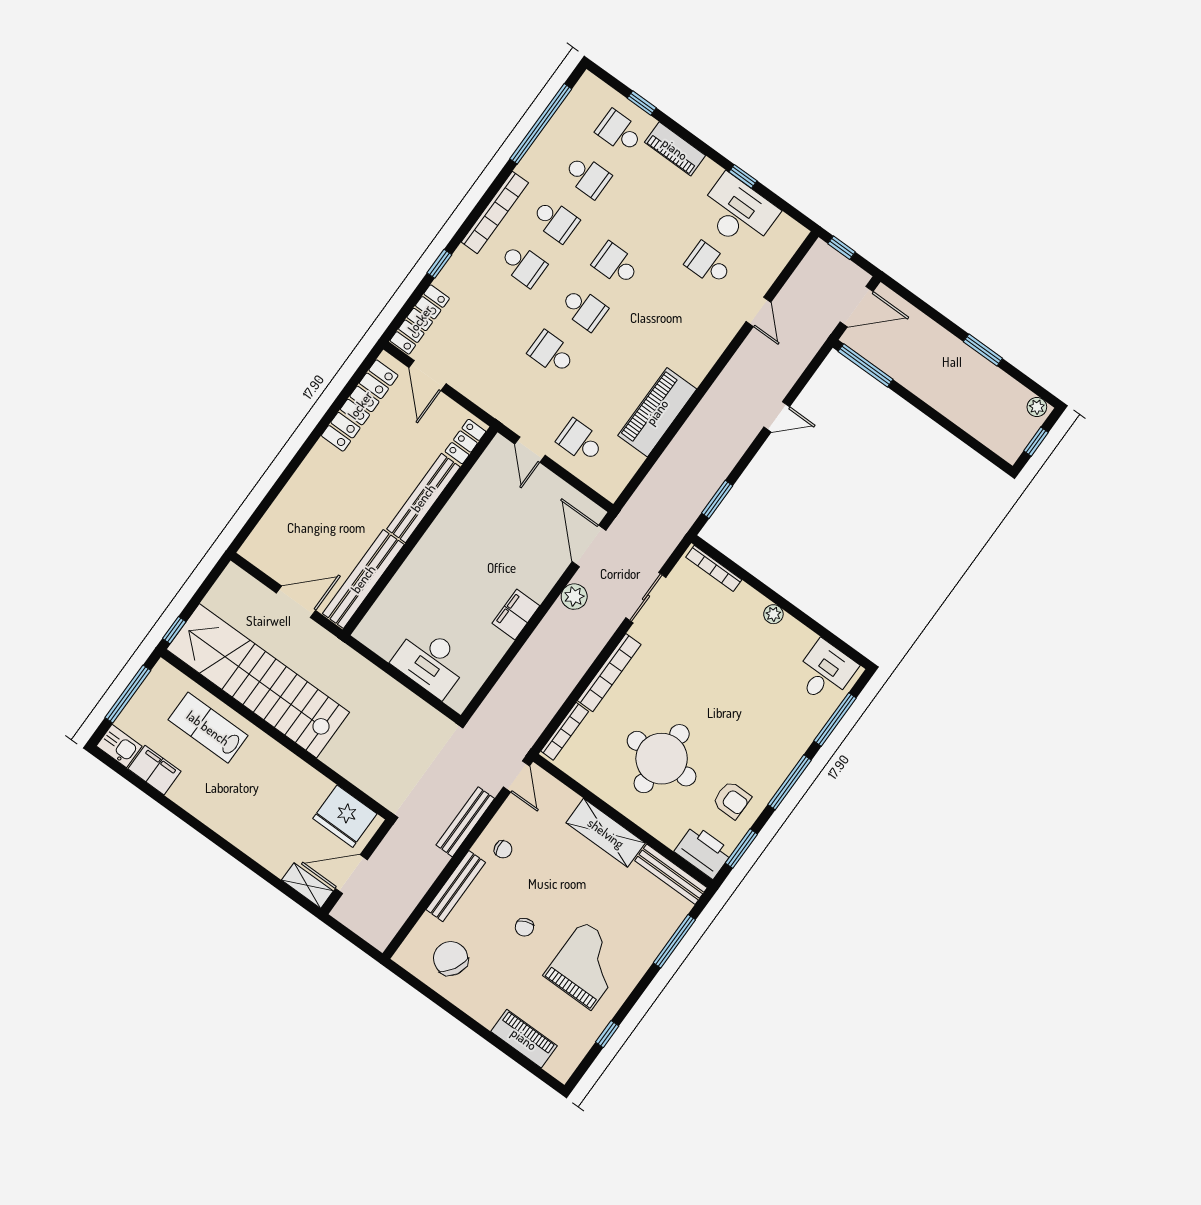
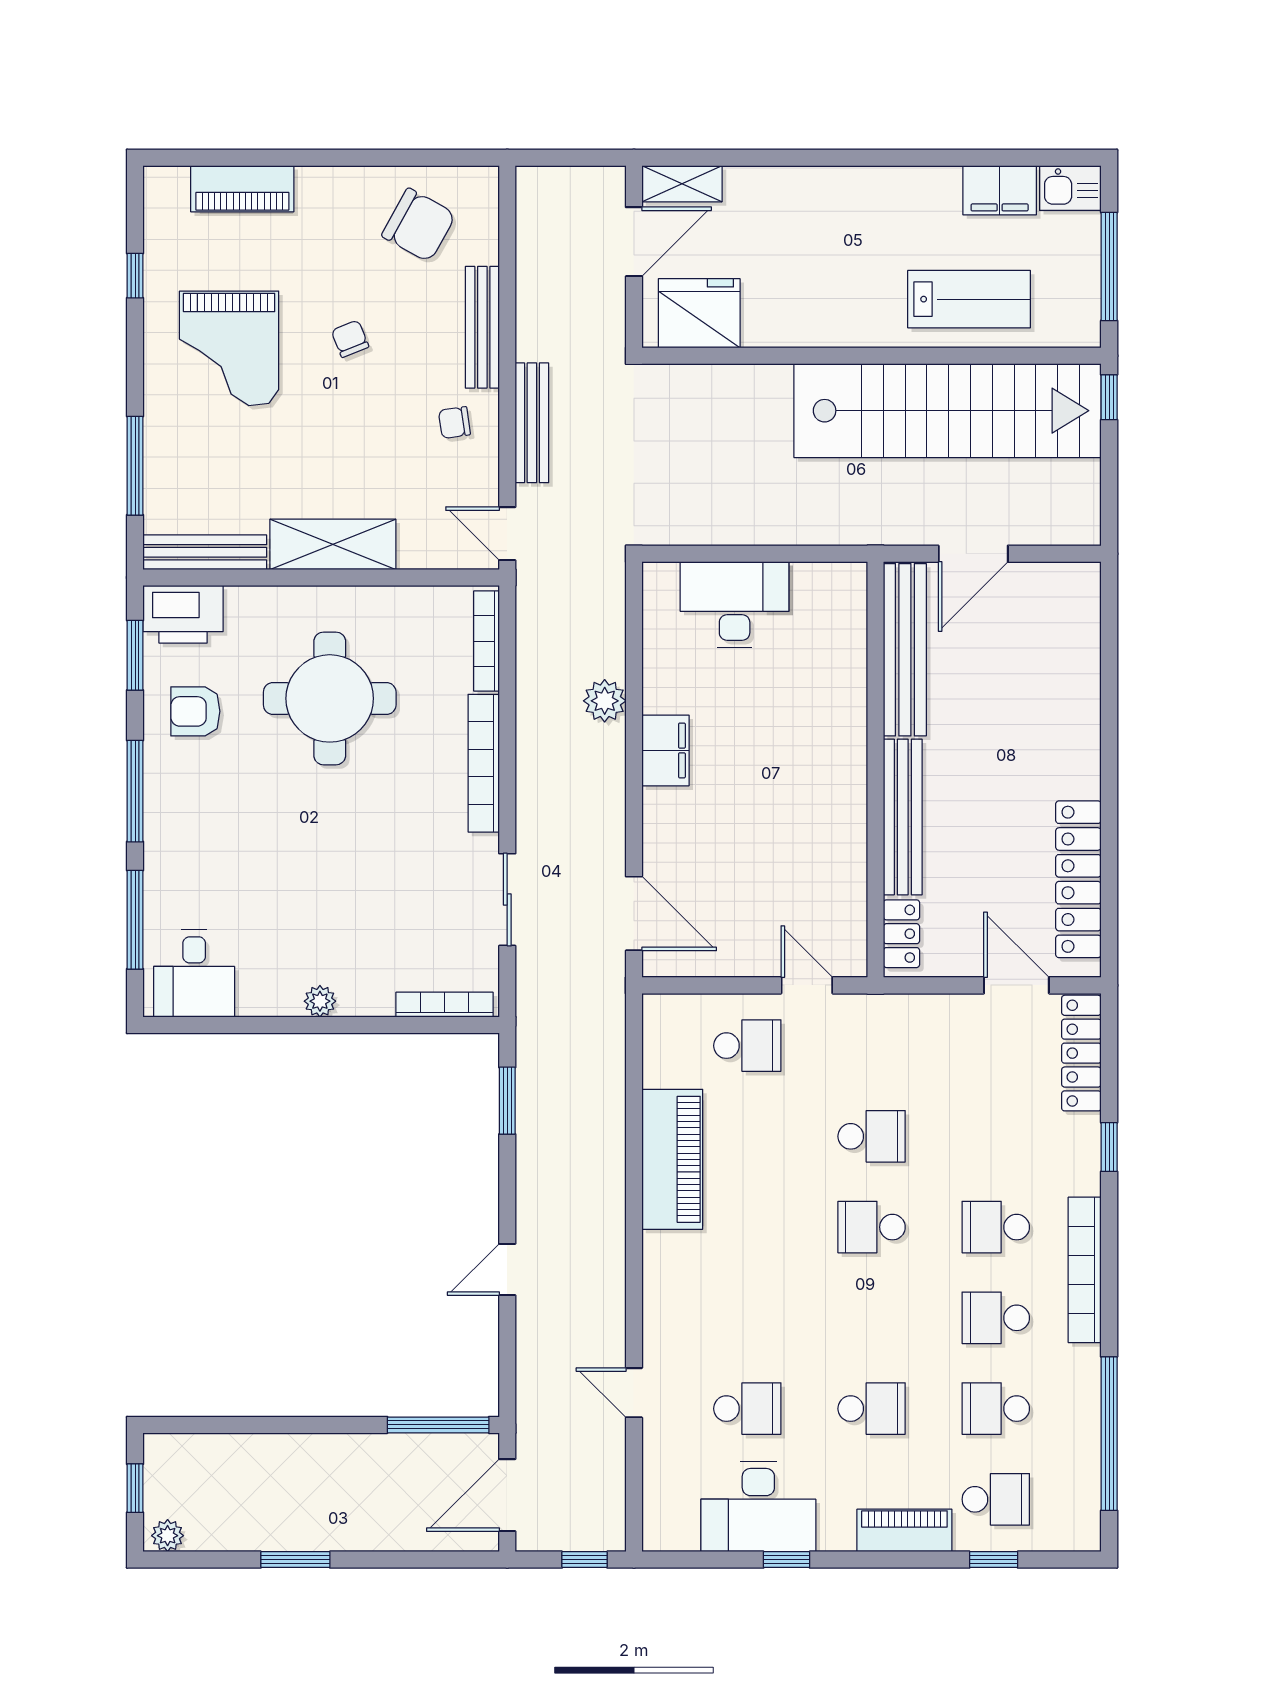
school desk: (616, 264) -> (872, 1409), moved
plant: (574, 597) -> (605, 701), moved

